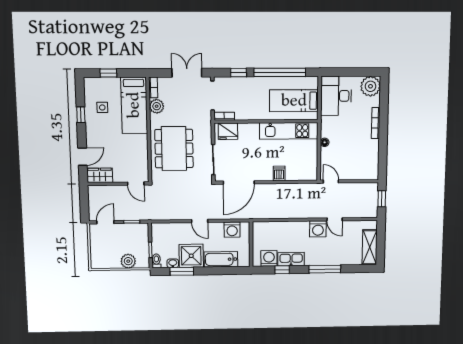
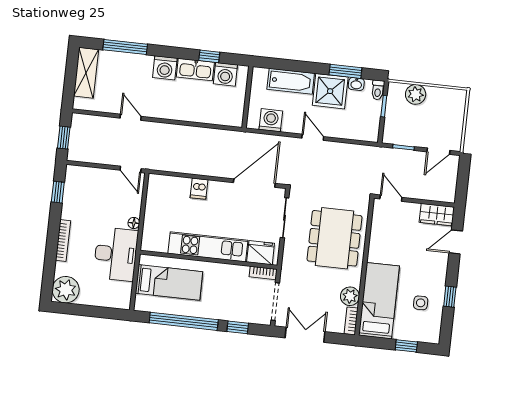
double door: (187, 73) -> (305, 335), swing flipped
desk: (336, 96) -> (116, 254), moved
kitchen unit: (289, 131) -> (208, 247), moved
window: (383, 158) -> (58, 192), added
washing machine: (318, 229) -> (165, 68), moved, turned 180
window: (325, 269) -> (125, 47), moved

